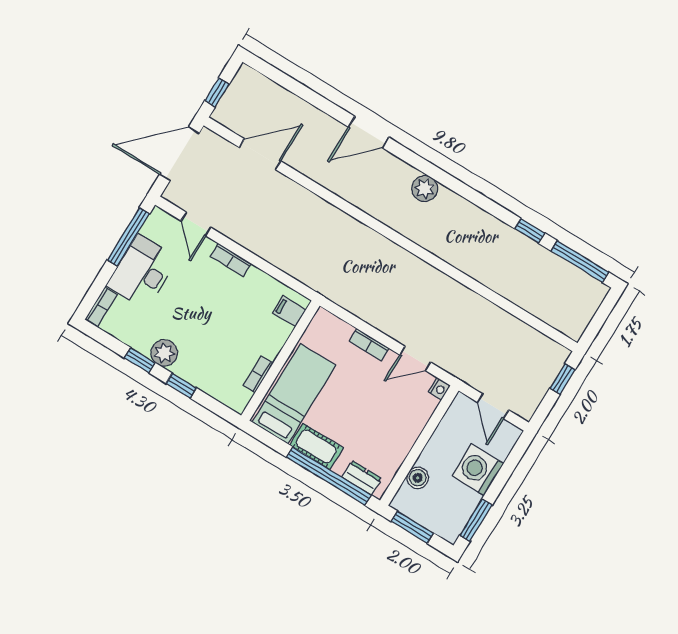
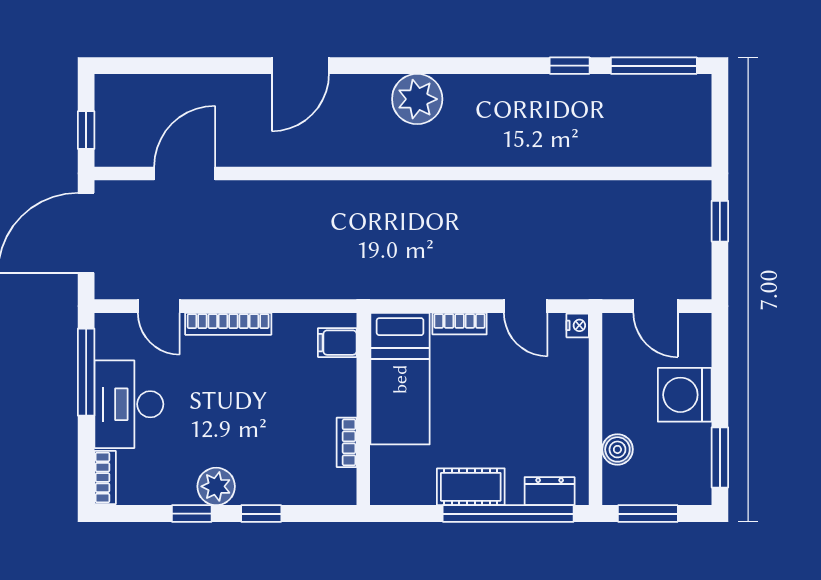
plant: (425, 188) -> (417, 99), width x1.36, depth x1.36
bookcase: (231, 260) -> (228, 324), width x1.56
door: (415, 359) -> (526, 306), hinge flipped
bed: (294, 394) -> (400, 379), moved, turned 180

